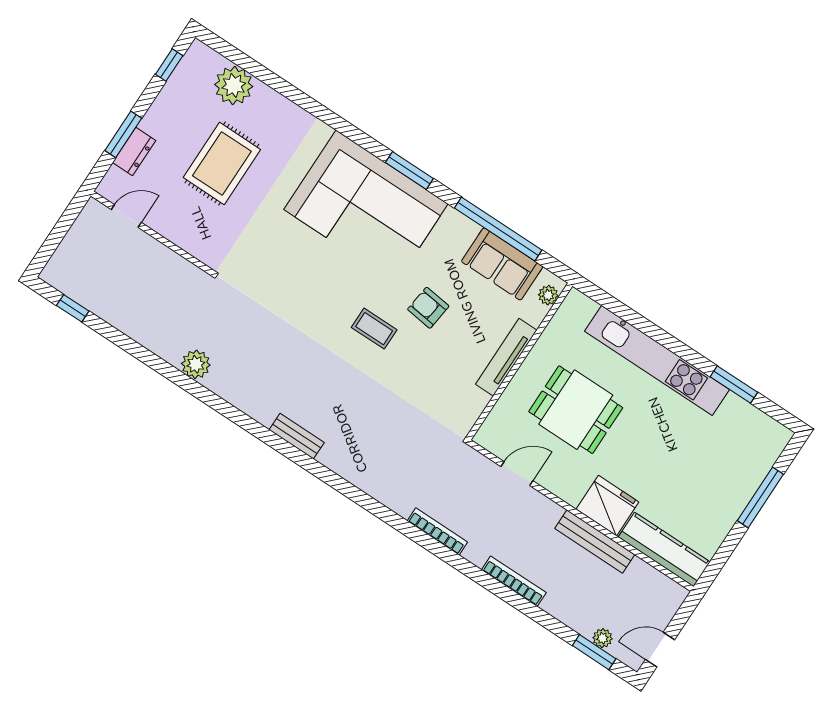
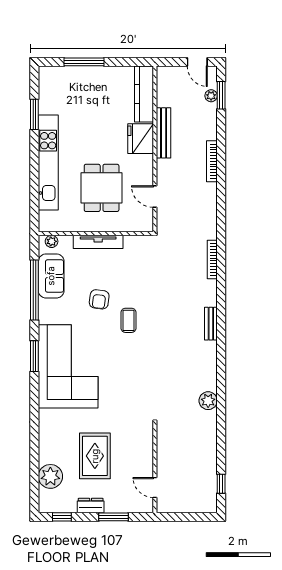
dresser: (134, 152) -> (91, 506), moved
rug: (222, 164) -> (95, 456), turned 90
bookcase: (437, 532) -> (212, 260), moved

